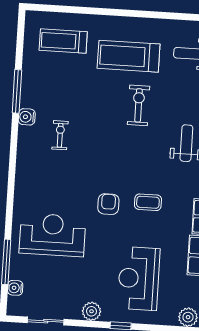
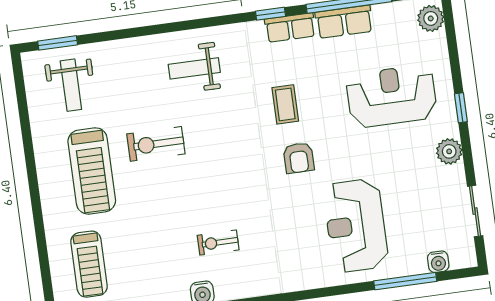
armchair: (108, 204) -> (299, 158), turned -90
reception desk: (139, 278) -> (392, 96), turned 180

